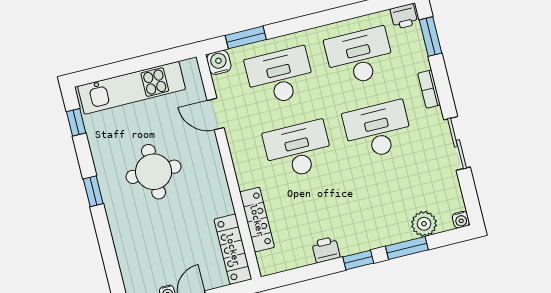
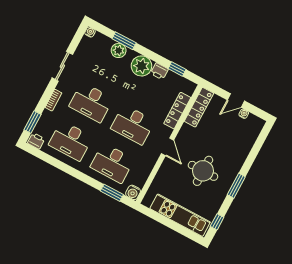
door: (216, 114) -> (167, 147), moved
window: (93, 191) -> (236, 186), width x1.50
plant: (424, 224) -> (119, 50), moved
plant: (355, 236) -> (141, 66), added
window: (358, 260) -> (177, 69), moved

